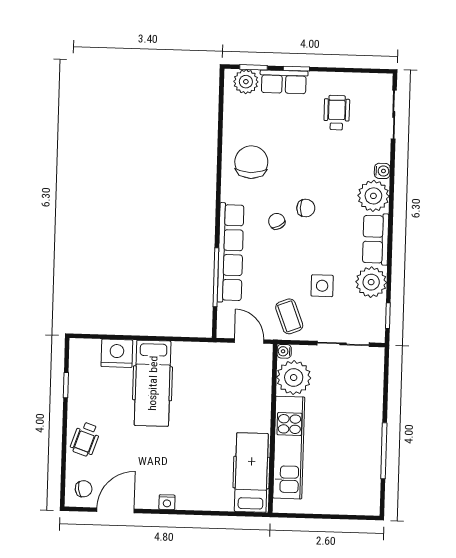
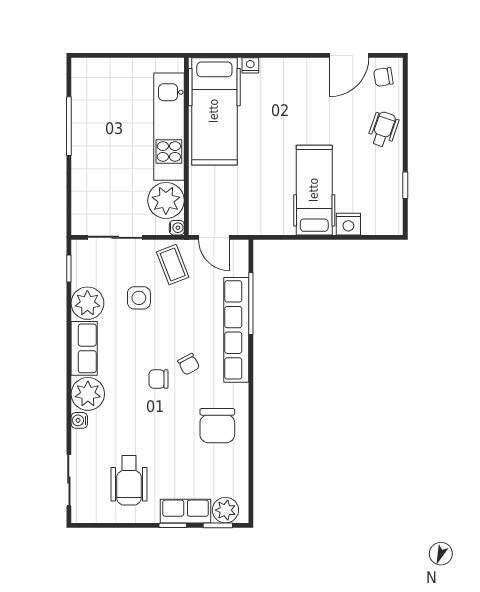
wheelchair: (337, 113) -> (129, 480), width x1.36, depth x1.37
nightstand: (117, 353) -> (348, 224), width x0.74, depth x0.75
hospital bed: (251, 473) -> (214, 111), width x1.37, depth x1.29
nightstand: (167, 502) -> (250, 65), moved

